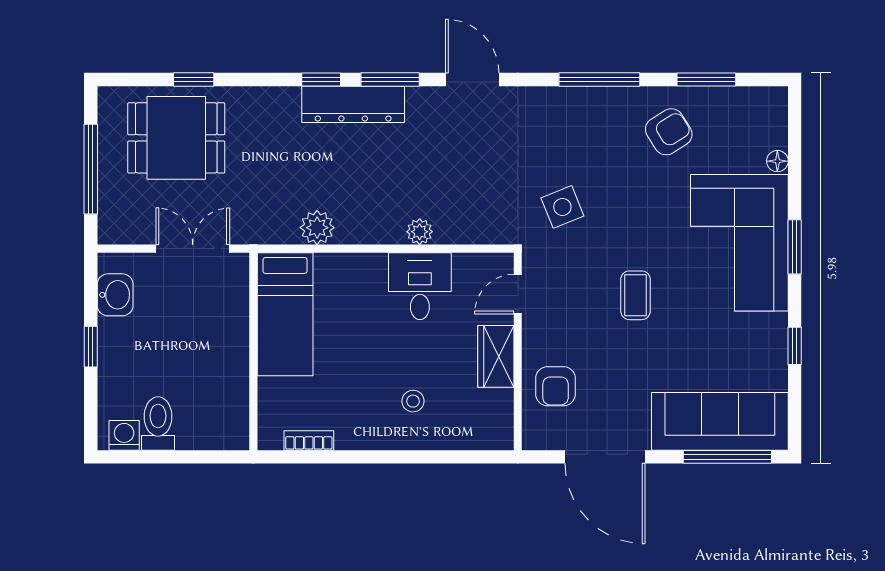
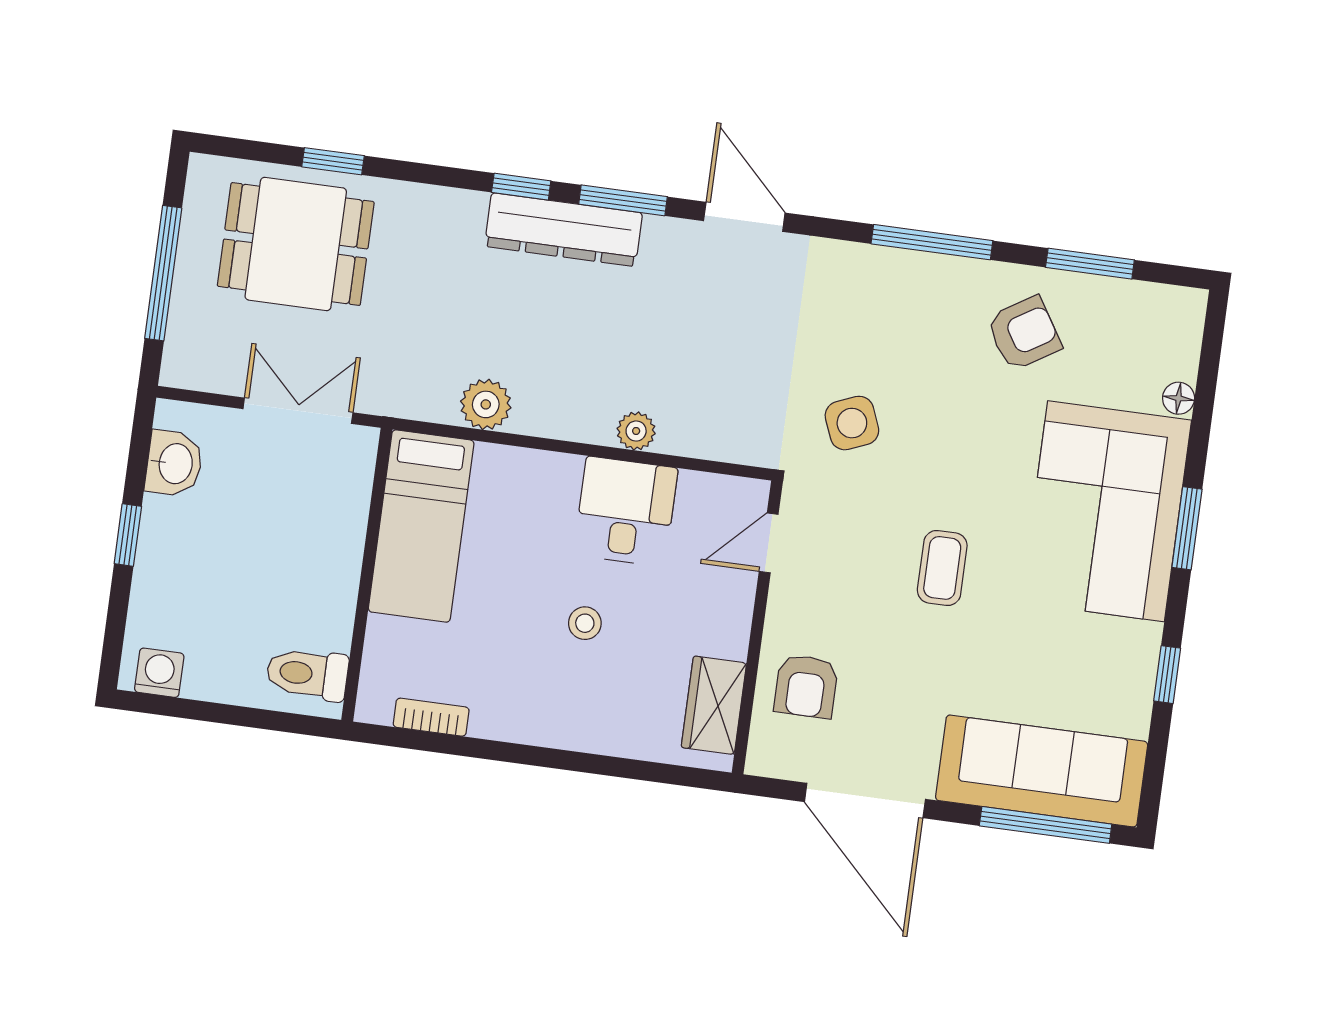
wardrobe: (496, 356) -> (714, 705), moved
stool: (413, 401) -> (585, 623), moved
toilet: (158, 424) -> (307, 674), moved, turned -90

